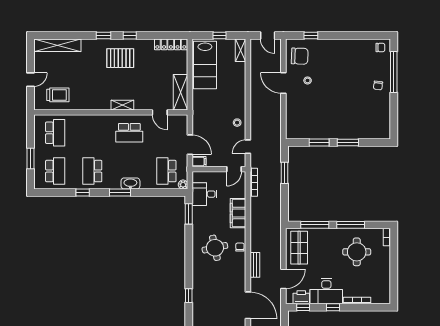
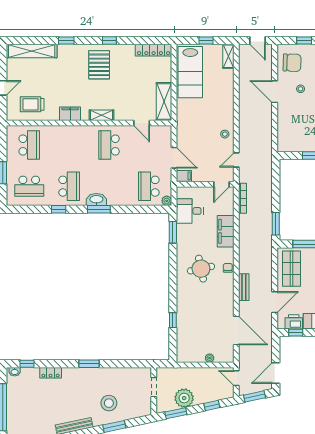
window: (103, 35) -> (66, 40), moved
pallet: (120, 58) -> (99, 65), turned 90
trolley: (58, 95) -> (32, 104), turned 180
filing cabinet: (93, 104) -> (70, 114), added
school desk: (129, 133) -> (109, 145), turned 90
school desk: (55, 171) -> (29, 186), turned 90
school desk: (92, 171) -> (69, 186), turned 180
window: (285, 173) -> (276, 224), moved
washbasin: (130, 184) -> (96, 200), moved

